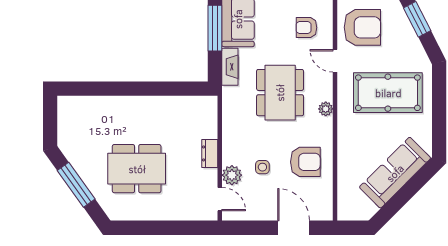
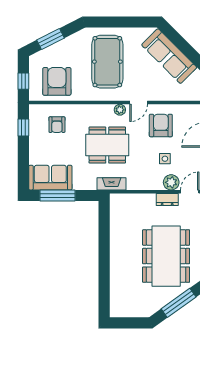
door: (335, 61) -> (139, 103), moved
fireplace: (230, 67) -> (112, 184), moved
dresser: (210, 153) -> (167, 199), moved
dining table: (137, 169) -> (166, 256), width x1.36, depth x1.24

